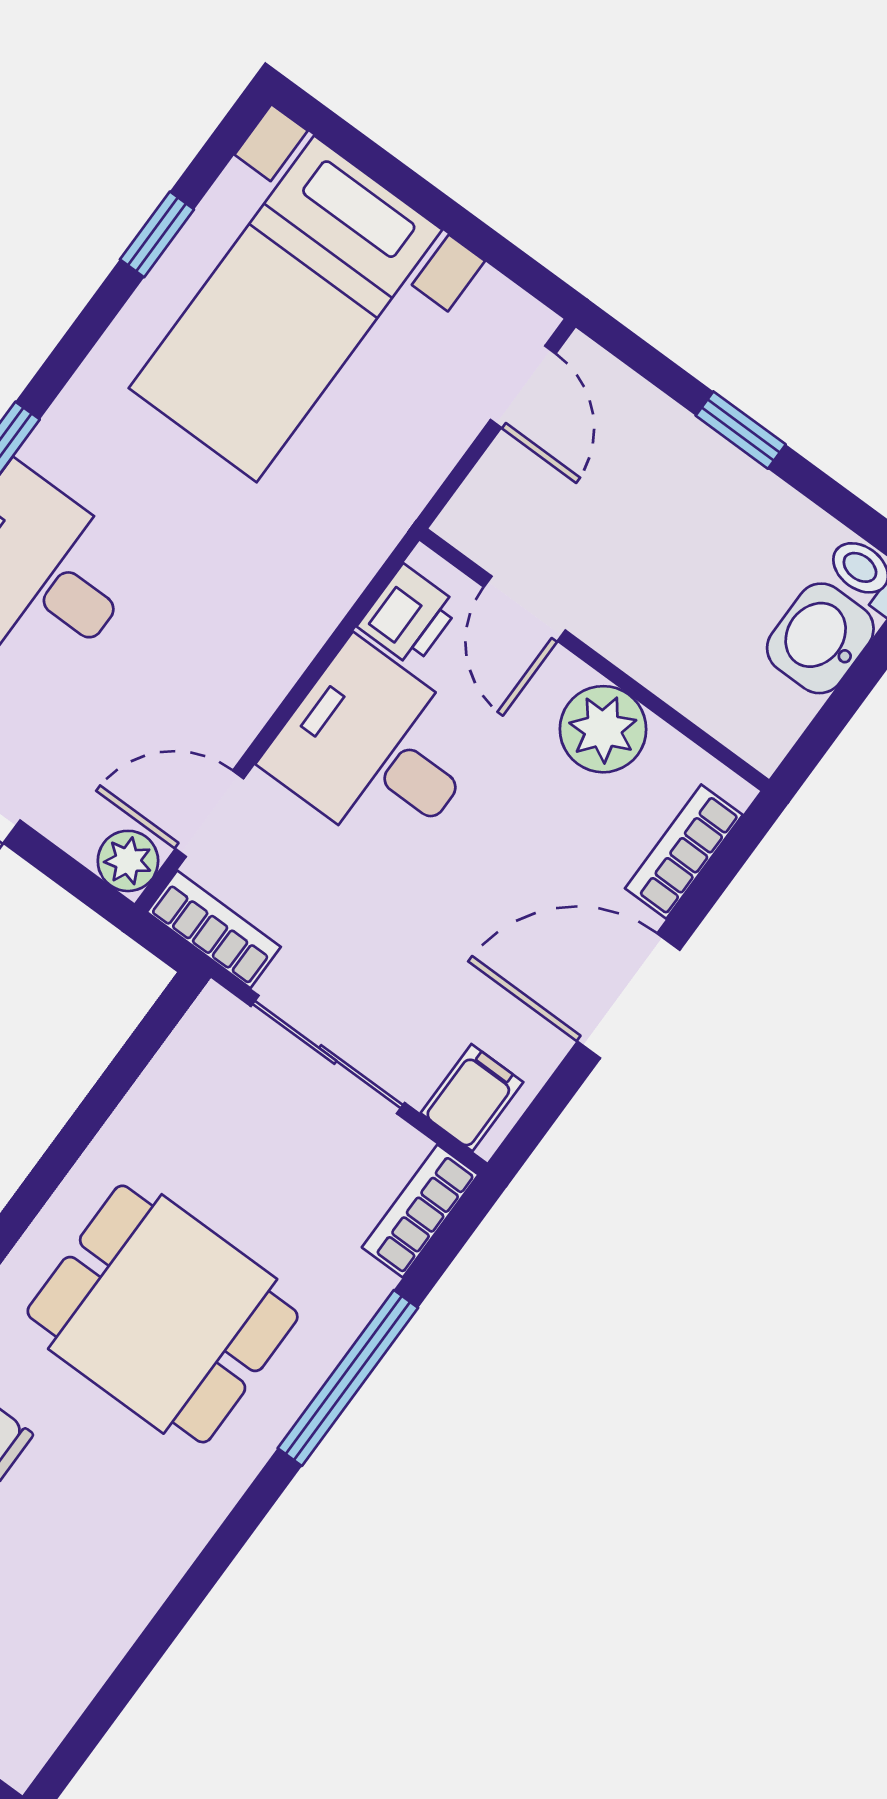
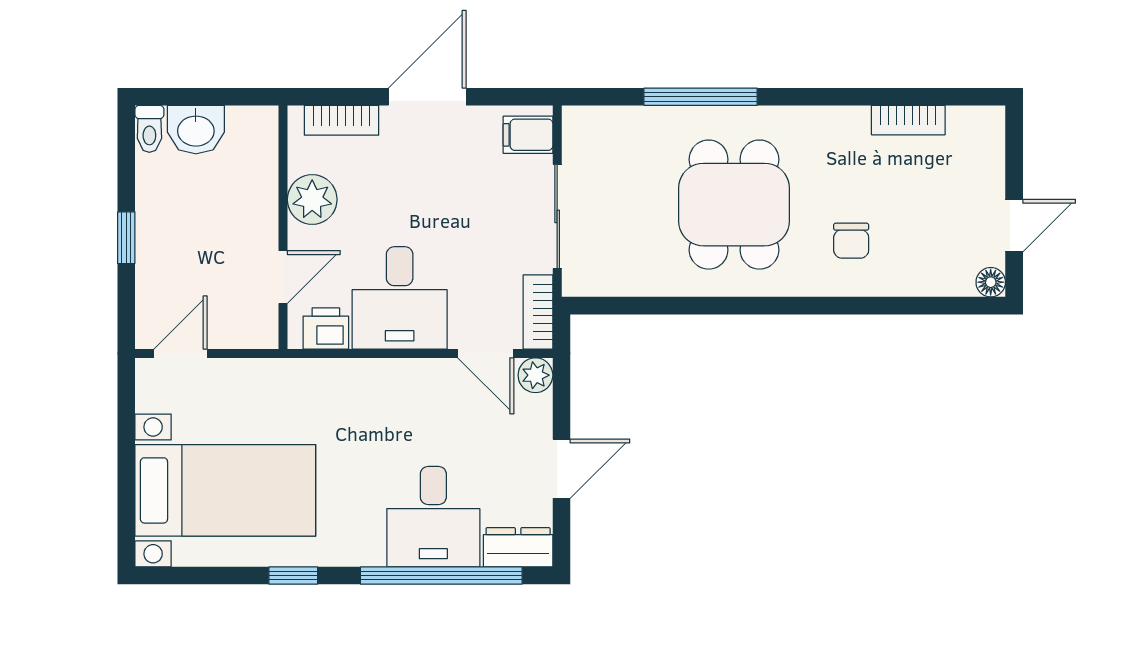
window: (157, 234) -> (293, 575), moved
door: (629, 996) -> (427, 97), swing flipped
bookcase: (420, 1211) -> (908, 120), moved

